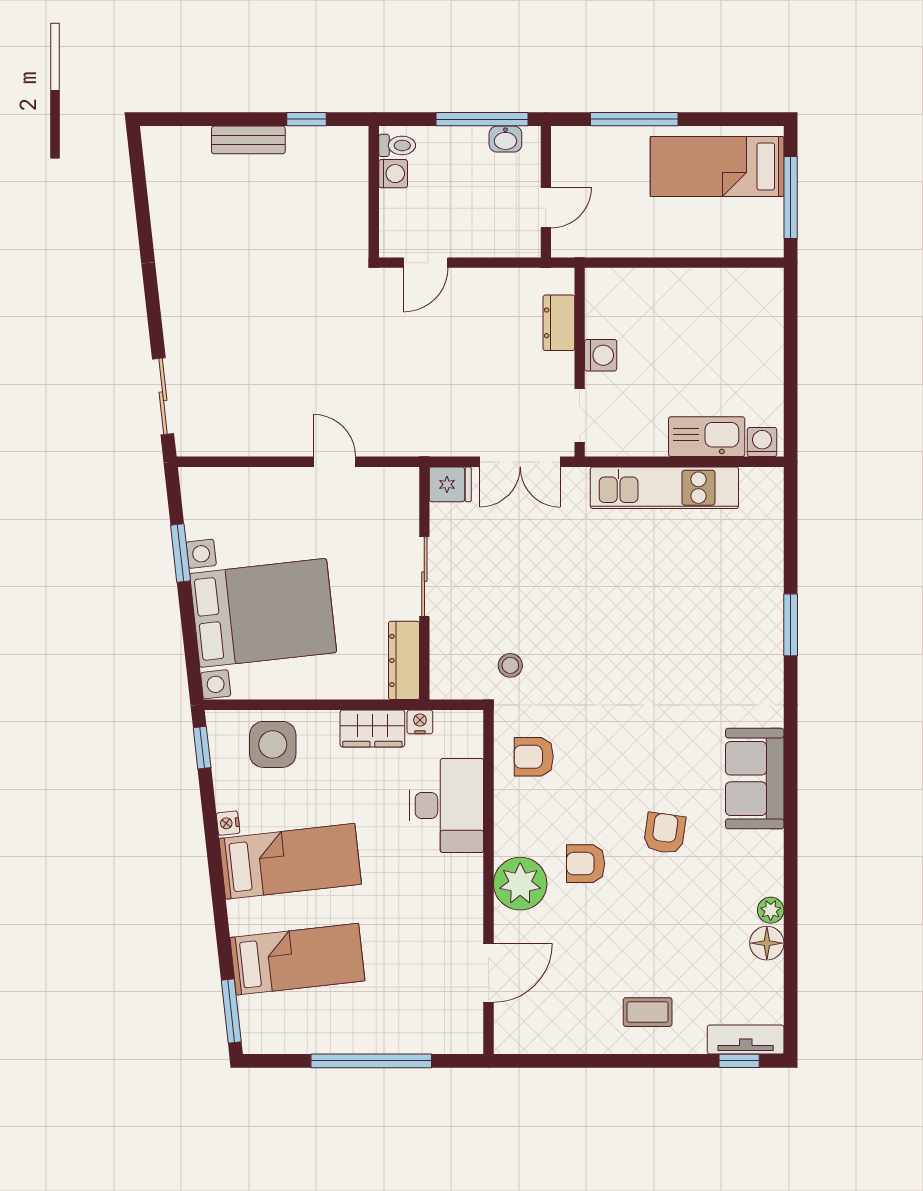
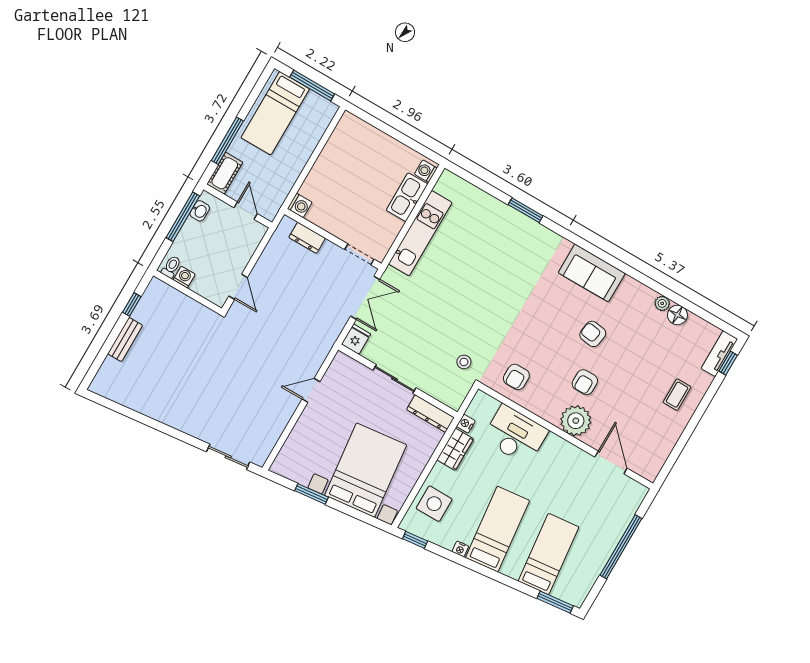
cot: (583, 144) -> (225, 173), added
washing machine: (601, 355) -> (300, 205), moved, turned 90

